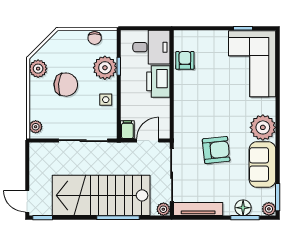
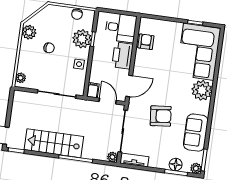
chair: (66, 85) -> (49, 48), width x0.54, depth x0.54
door: (172, 118) -> (129, 86), added
plant: (263, 127) -> (202, 90), moved
door: (148, 141) -> (108, 101), hinge flipped
stairs: (101, 195) -> (54, 143), width x0.73, depth x0.66
tv unit: (198, 209) -> (134, 160), width x0.71

